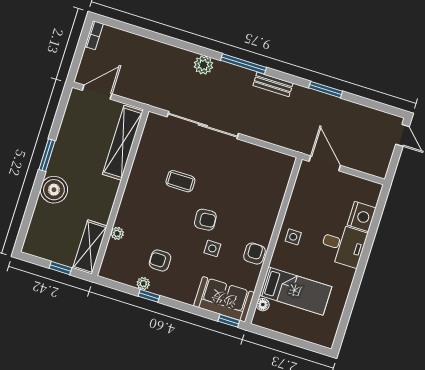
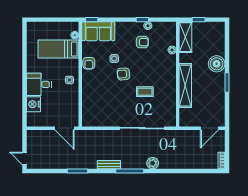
shelving: (123, 143) -> (185, 86), moved

